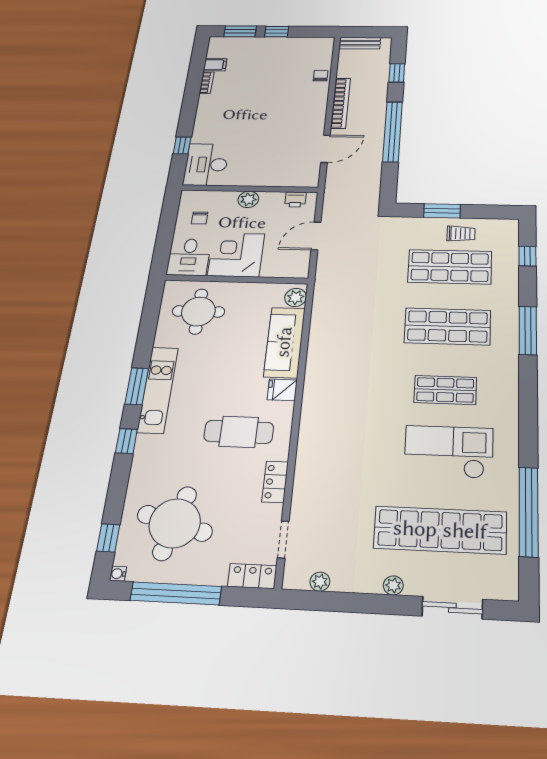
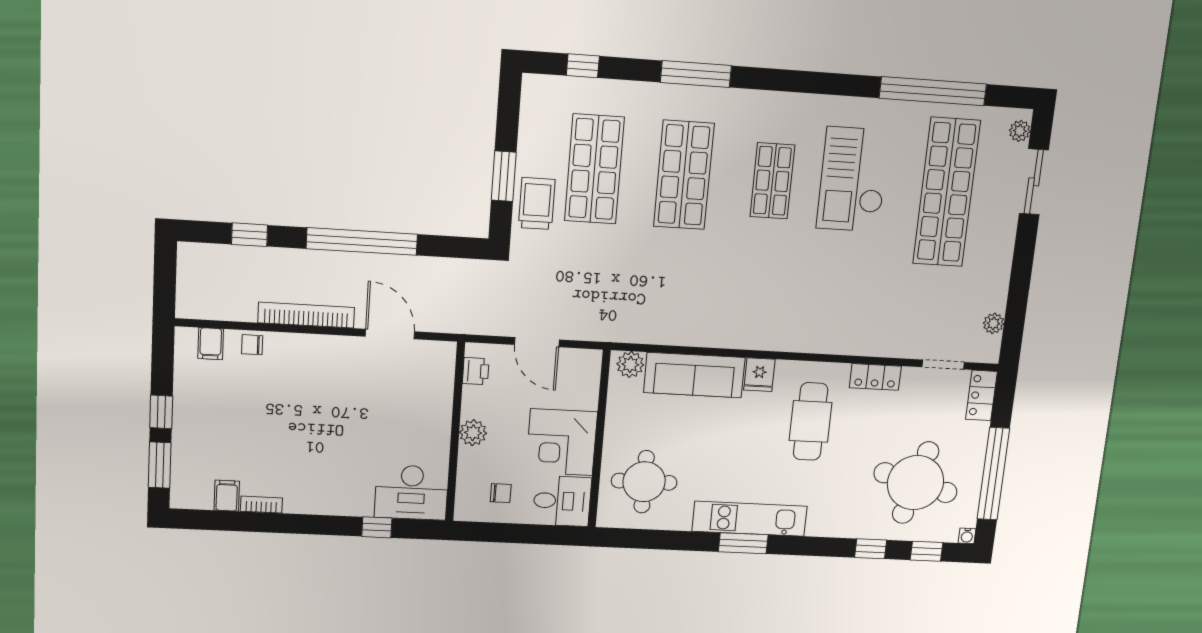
bench: (360, 43) -> (188, 289), removed
filing cabinet: (322, 55) -> (211, 344), added
trolley: (461, 234) -> (537, 203), moved, width x1.36, depth x1.39
window: (126, 441) -> (871, 549), moved
plant: (393, 585) -> (1020, 131), moved

